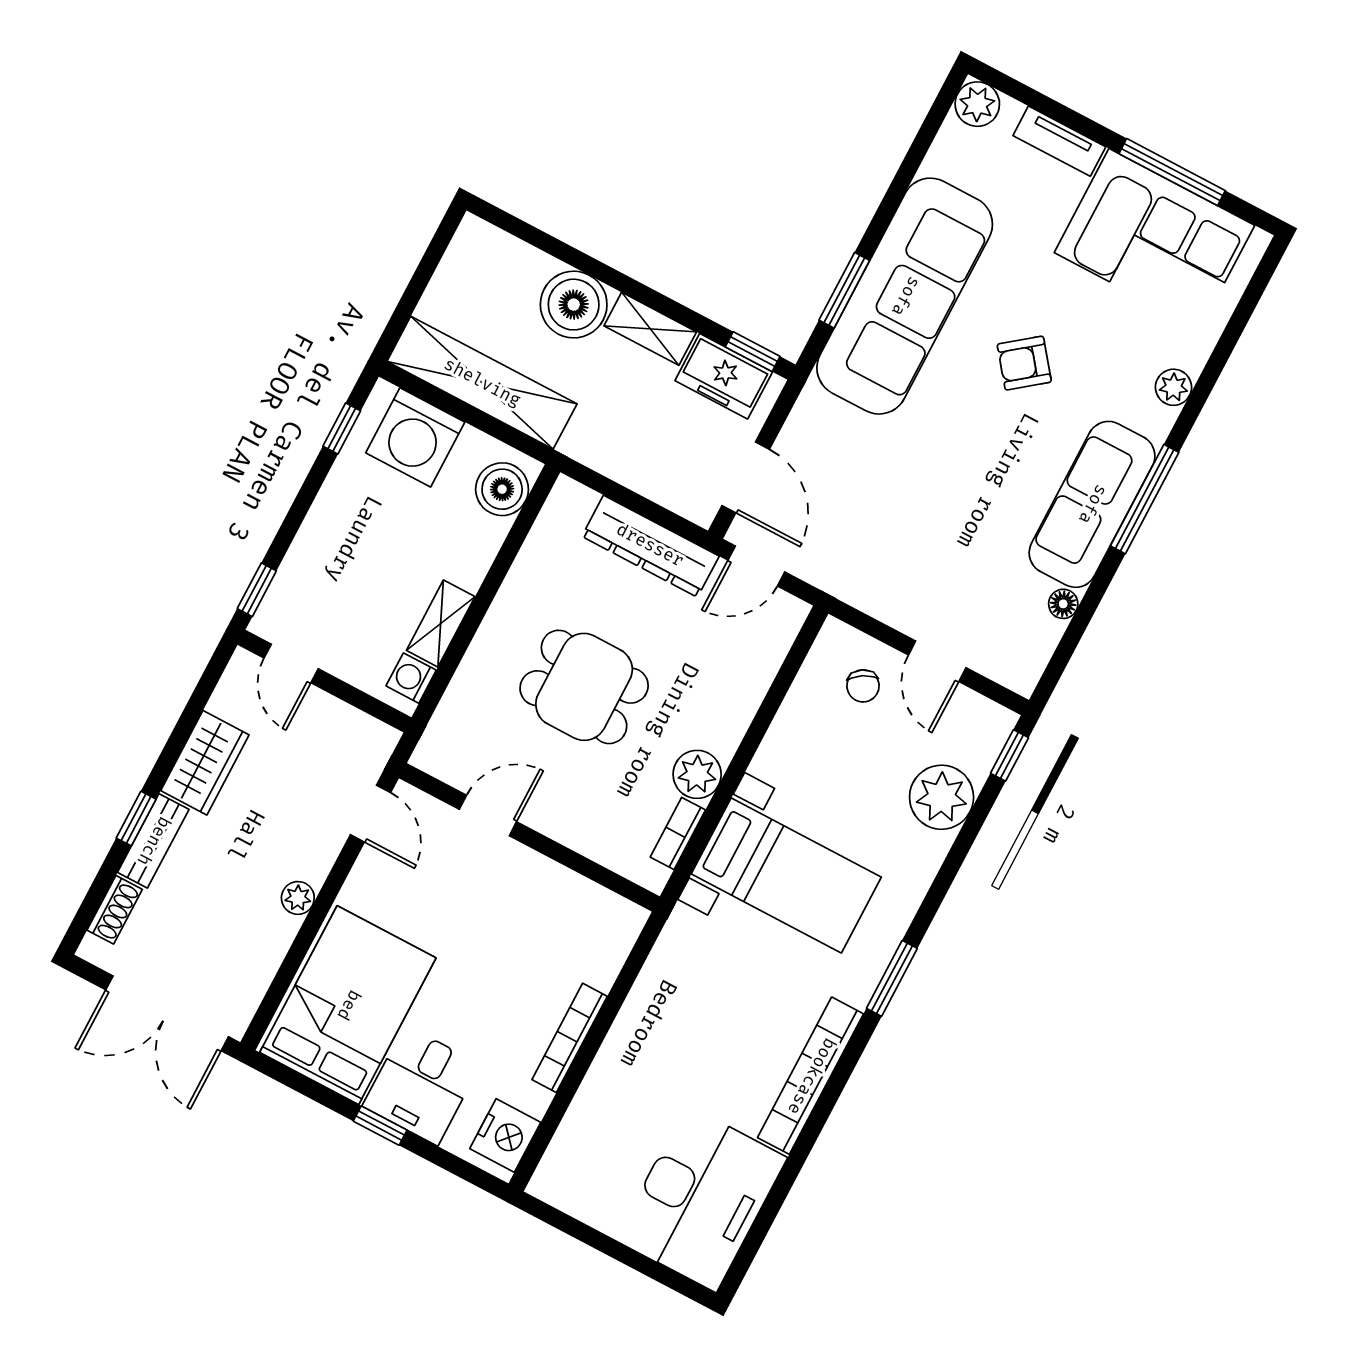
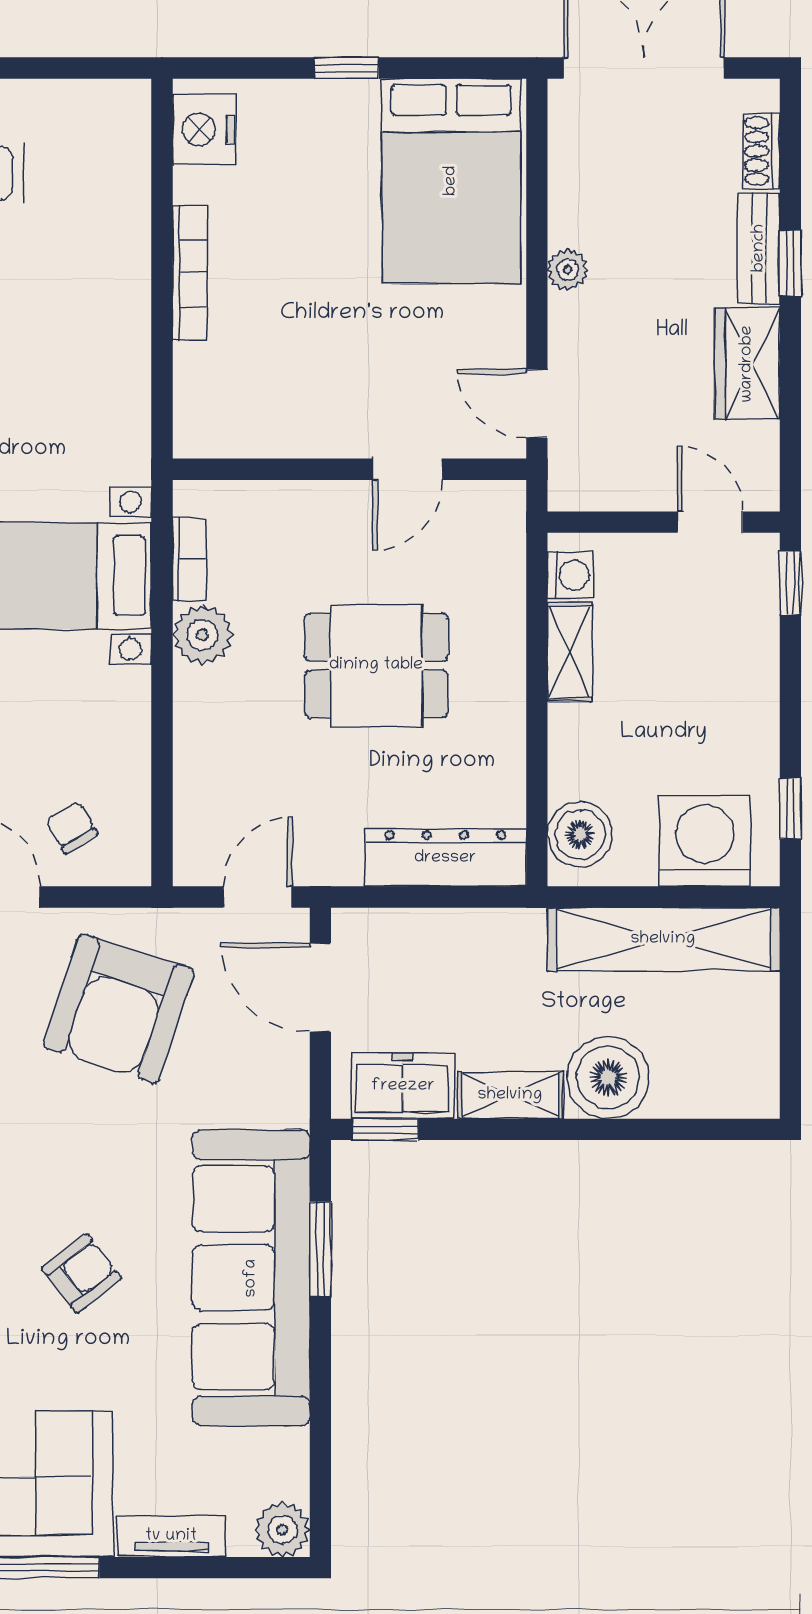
armchair: (898, 539) -> (119, 1009), added
dresser: (650, 546) -> (445, 858), moved
desk: (421, 1085) -> (325, 136), removed

